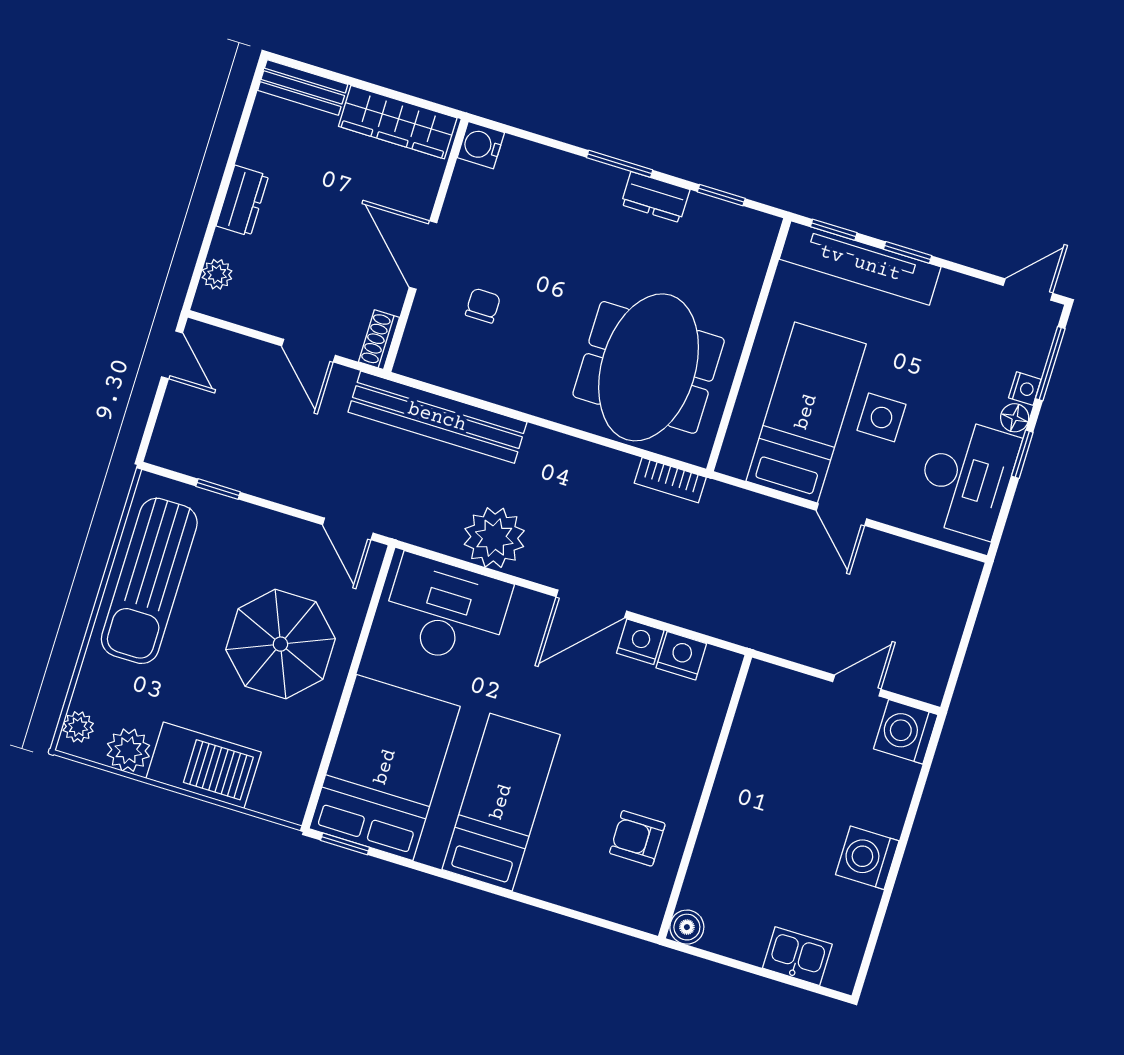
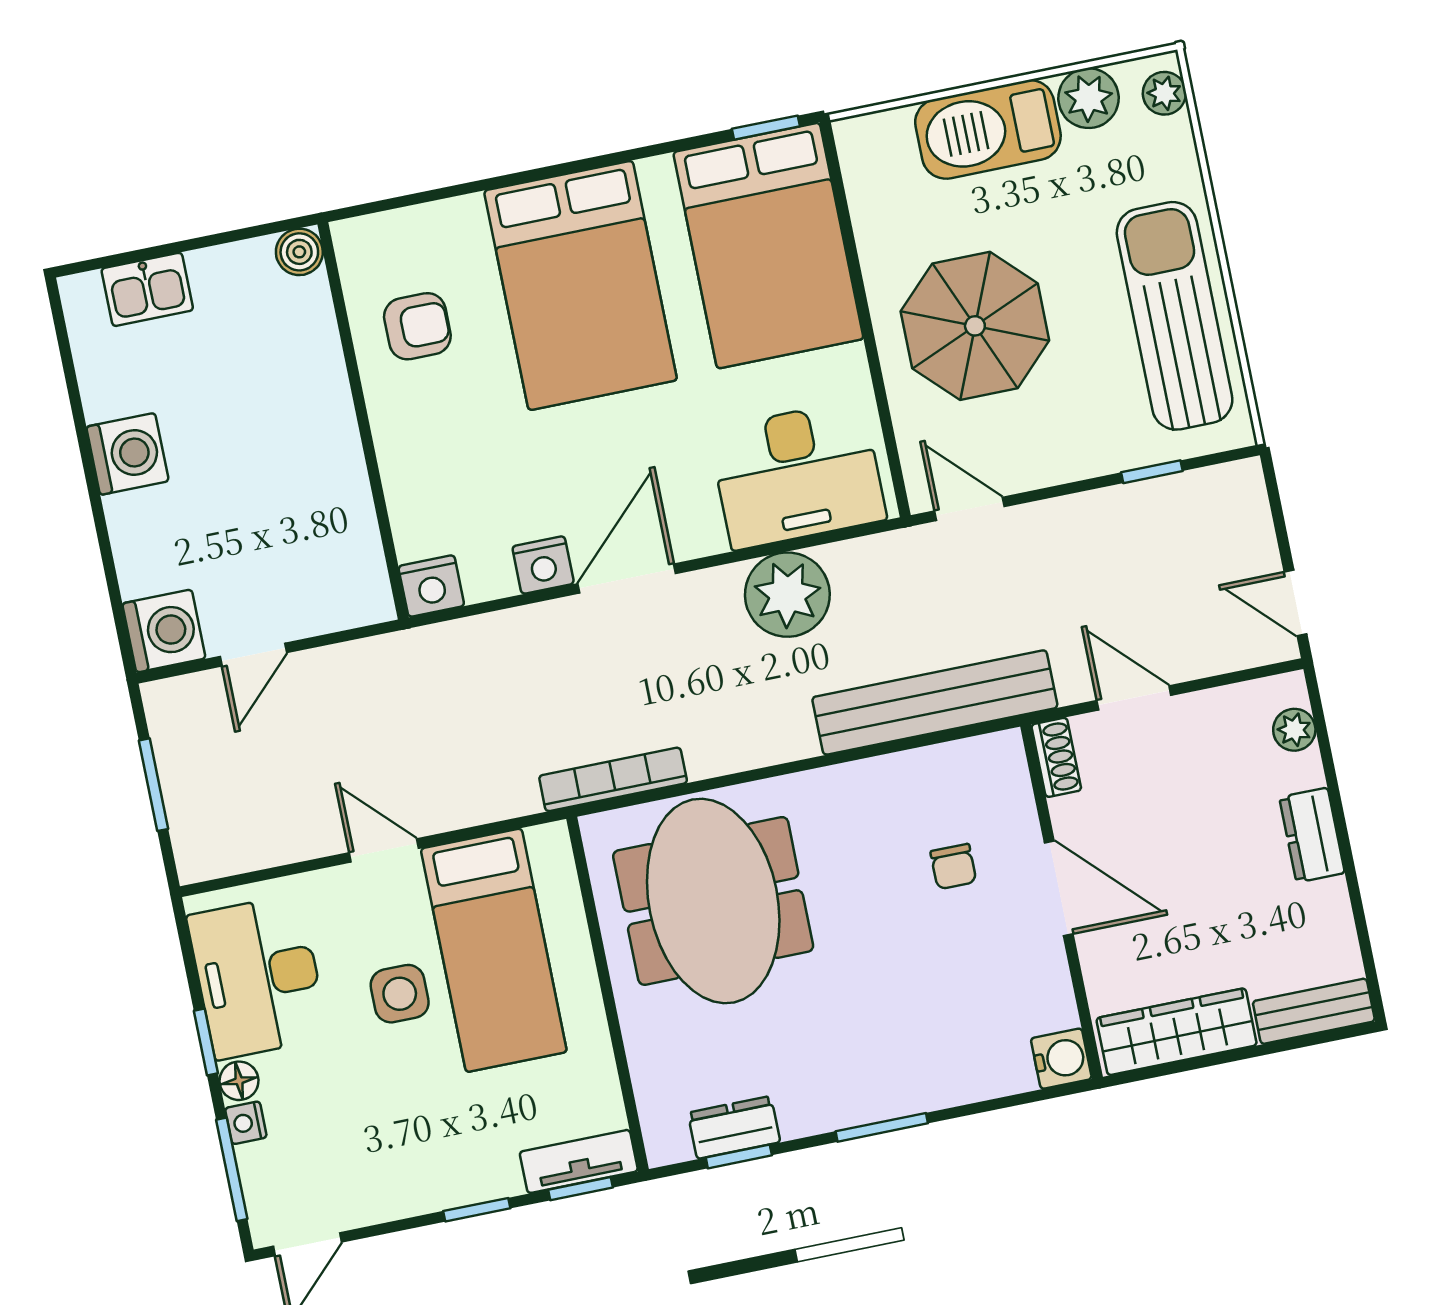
dresser: (655, 197) -> (734, 1127), moved
tv unit: (860, 263) -> (579, 1161), width x0.52, depth x0.78
bookcase: (670, 480) -> (613, 779), width x1.56
window: (966, 637) -> (153, 785), added
nightstand: (681, 656) -> (431, 586), moved
bed: (501, 802) -> (581, 285), width x1.50

